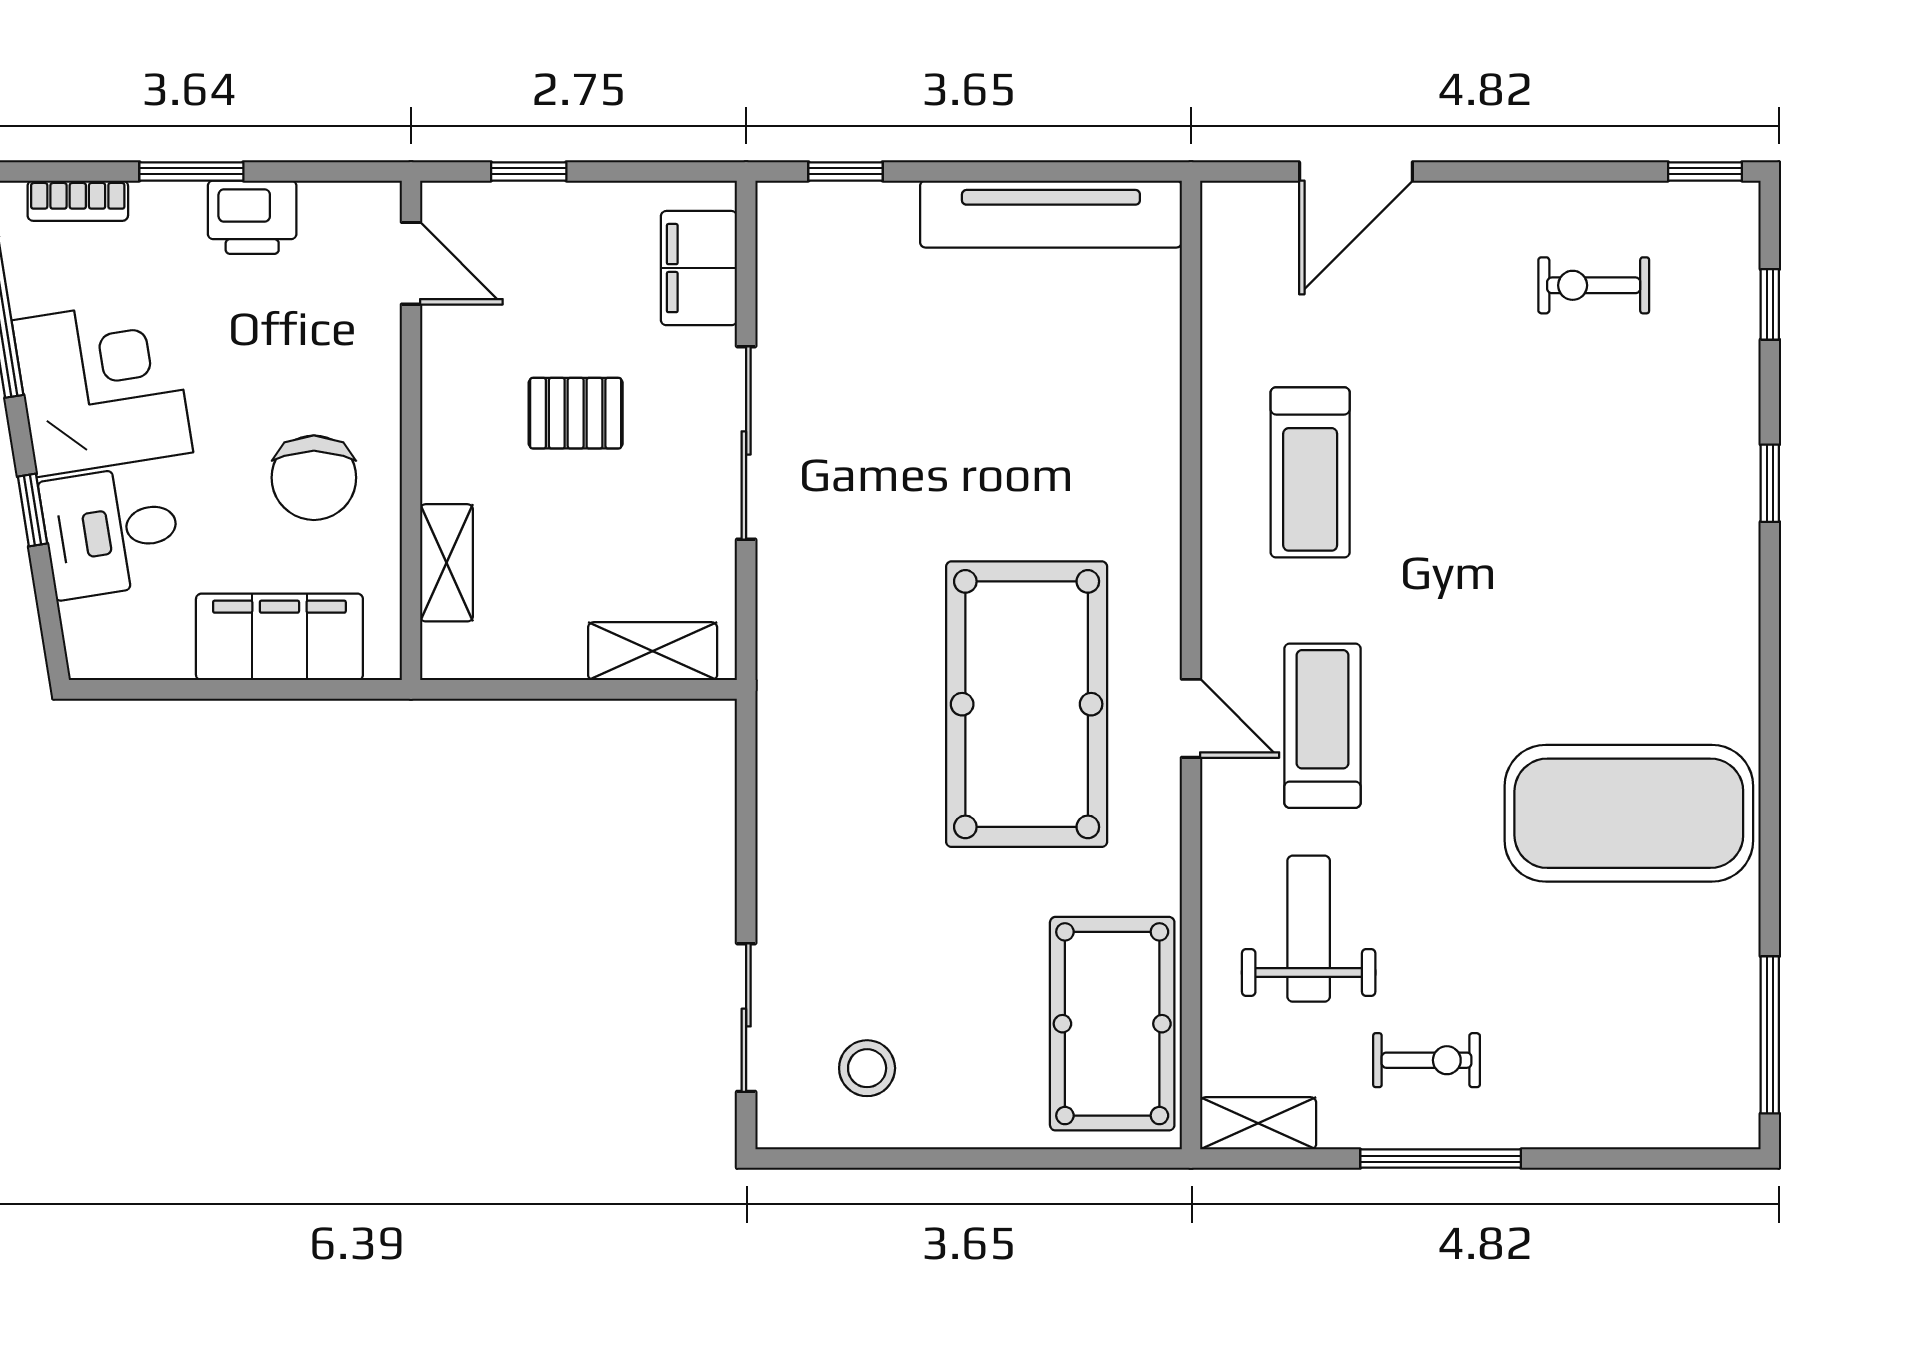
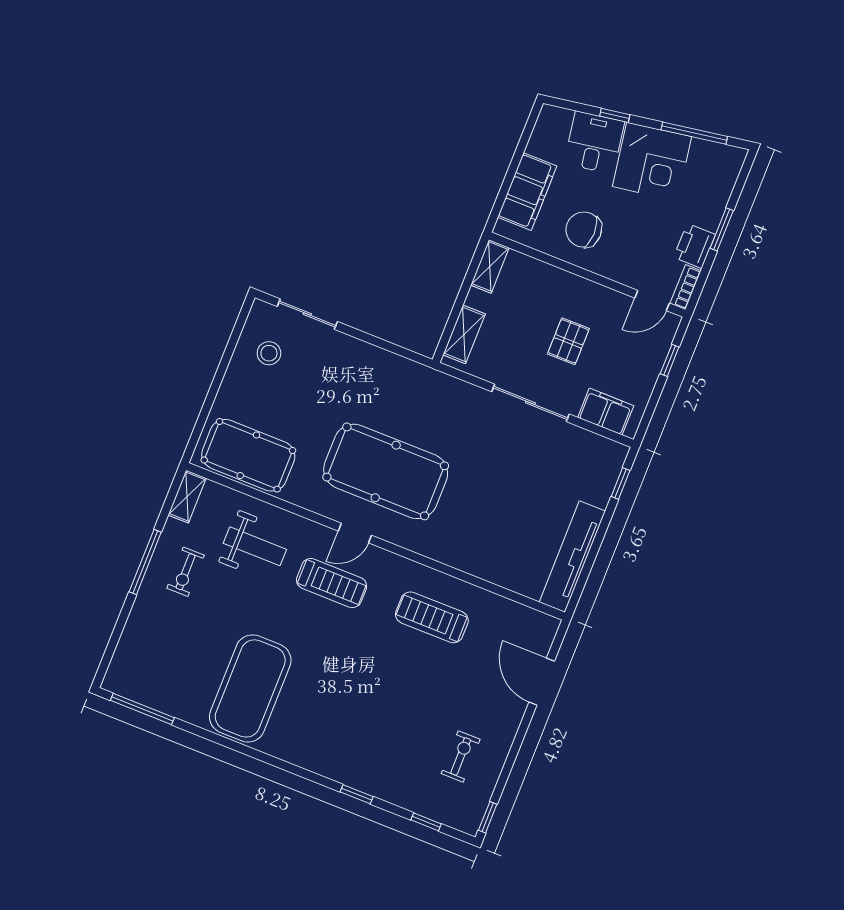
bookcase: (78, 201) -> (686, 287), moved
shelving: (446, 563) -> (490, 266), moved, turned 90

